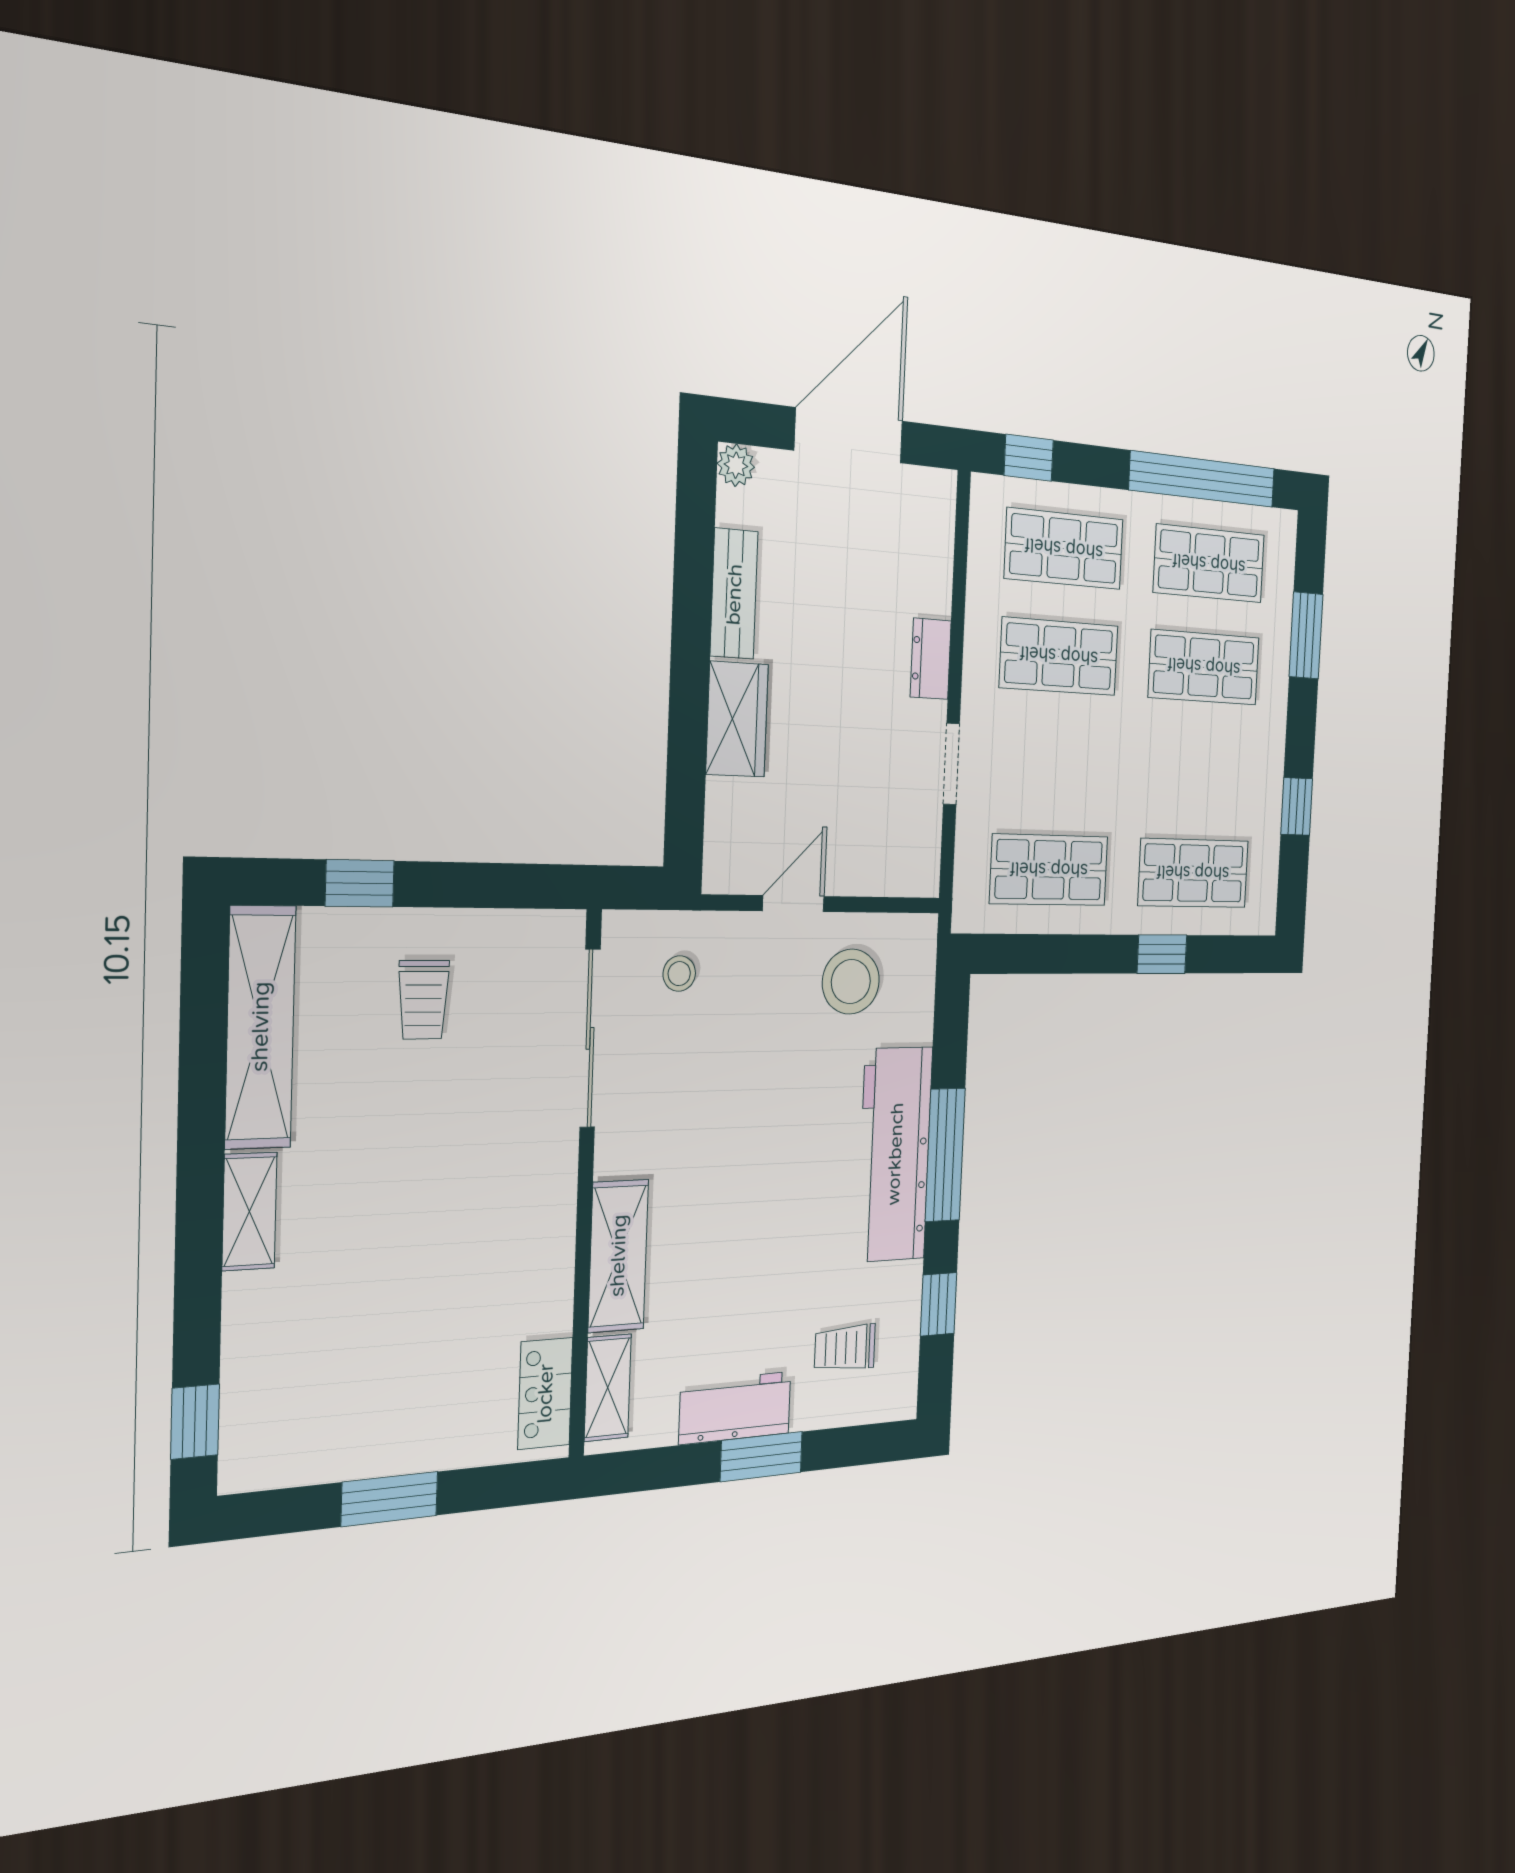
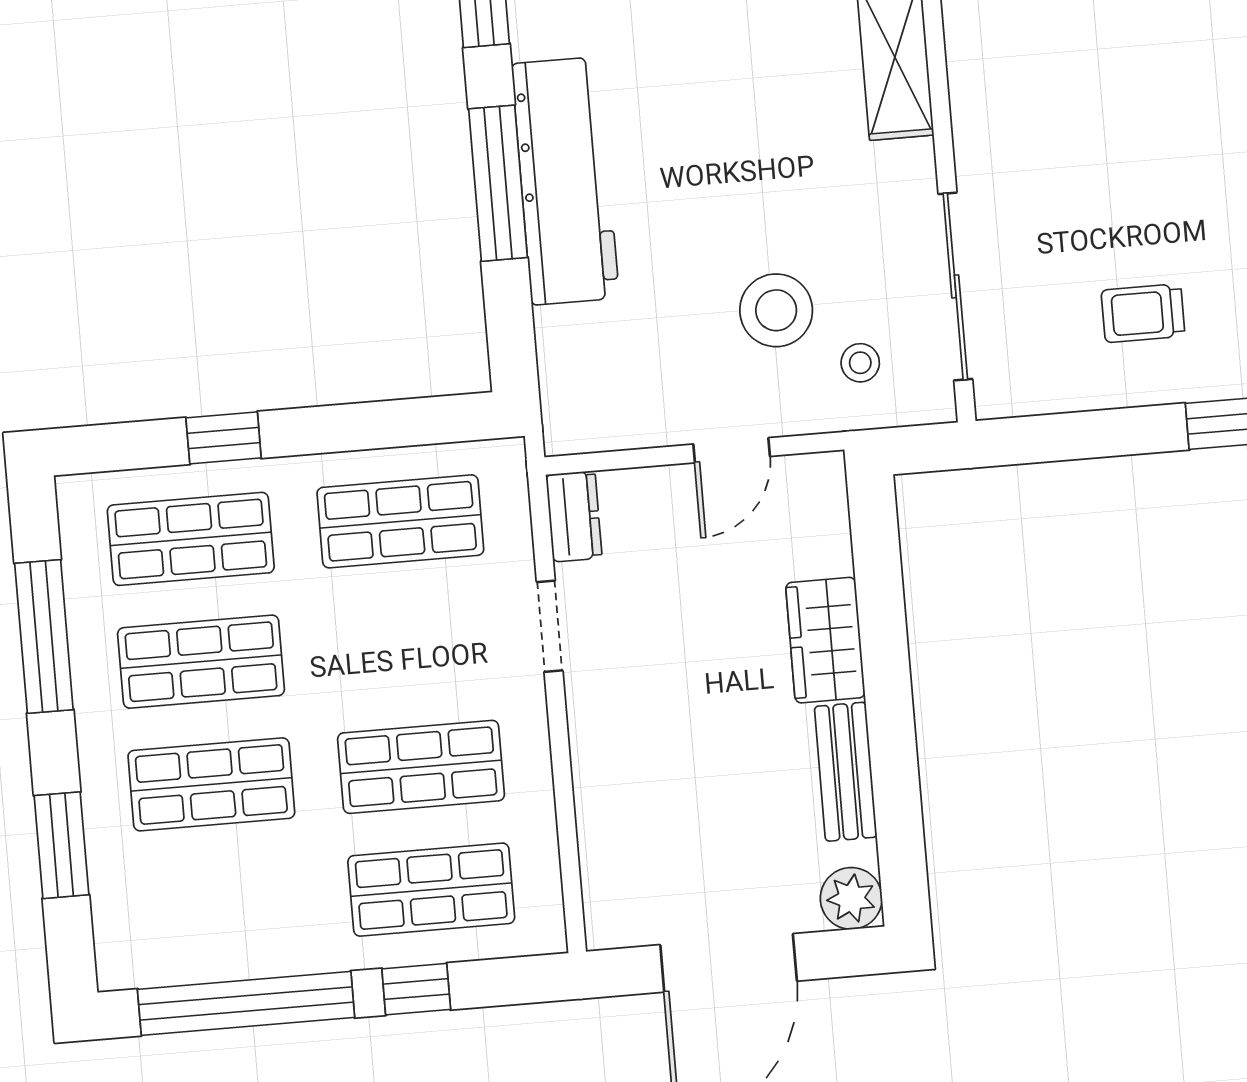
window: (1029, 458) -> (416, 989), moved
plant: (736, 465) -> (851, 898), width x1.38, depth x1.38
shop shelf: (1209, 564) -> (201, 662), moved
dresser: (931, 659) -> (574, 516), moved
window: (1297, 807) -> (44, 636), width x2.17
stool: (851, 982) -> (776, 310), moved
trolley: (423, 1000) -> (1143, 313), turned -90

